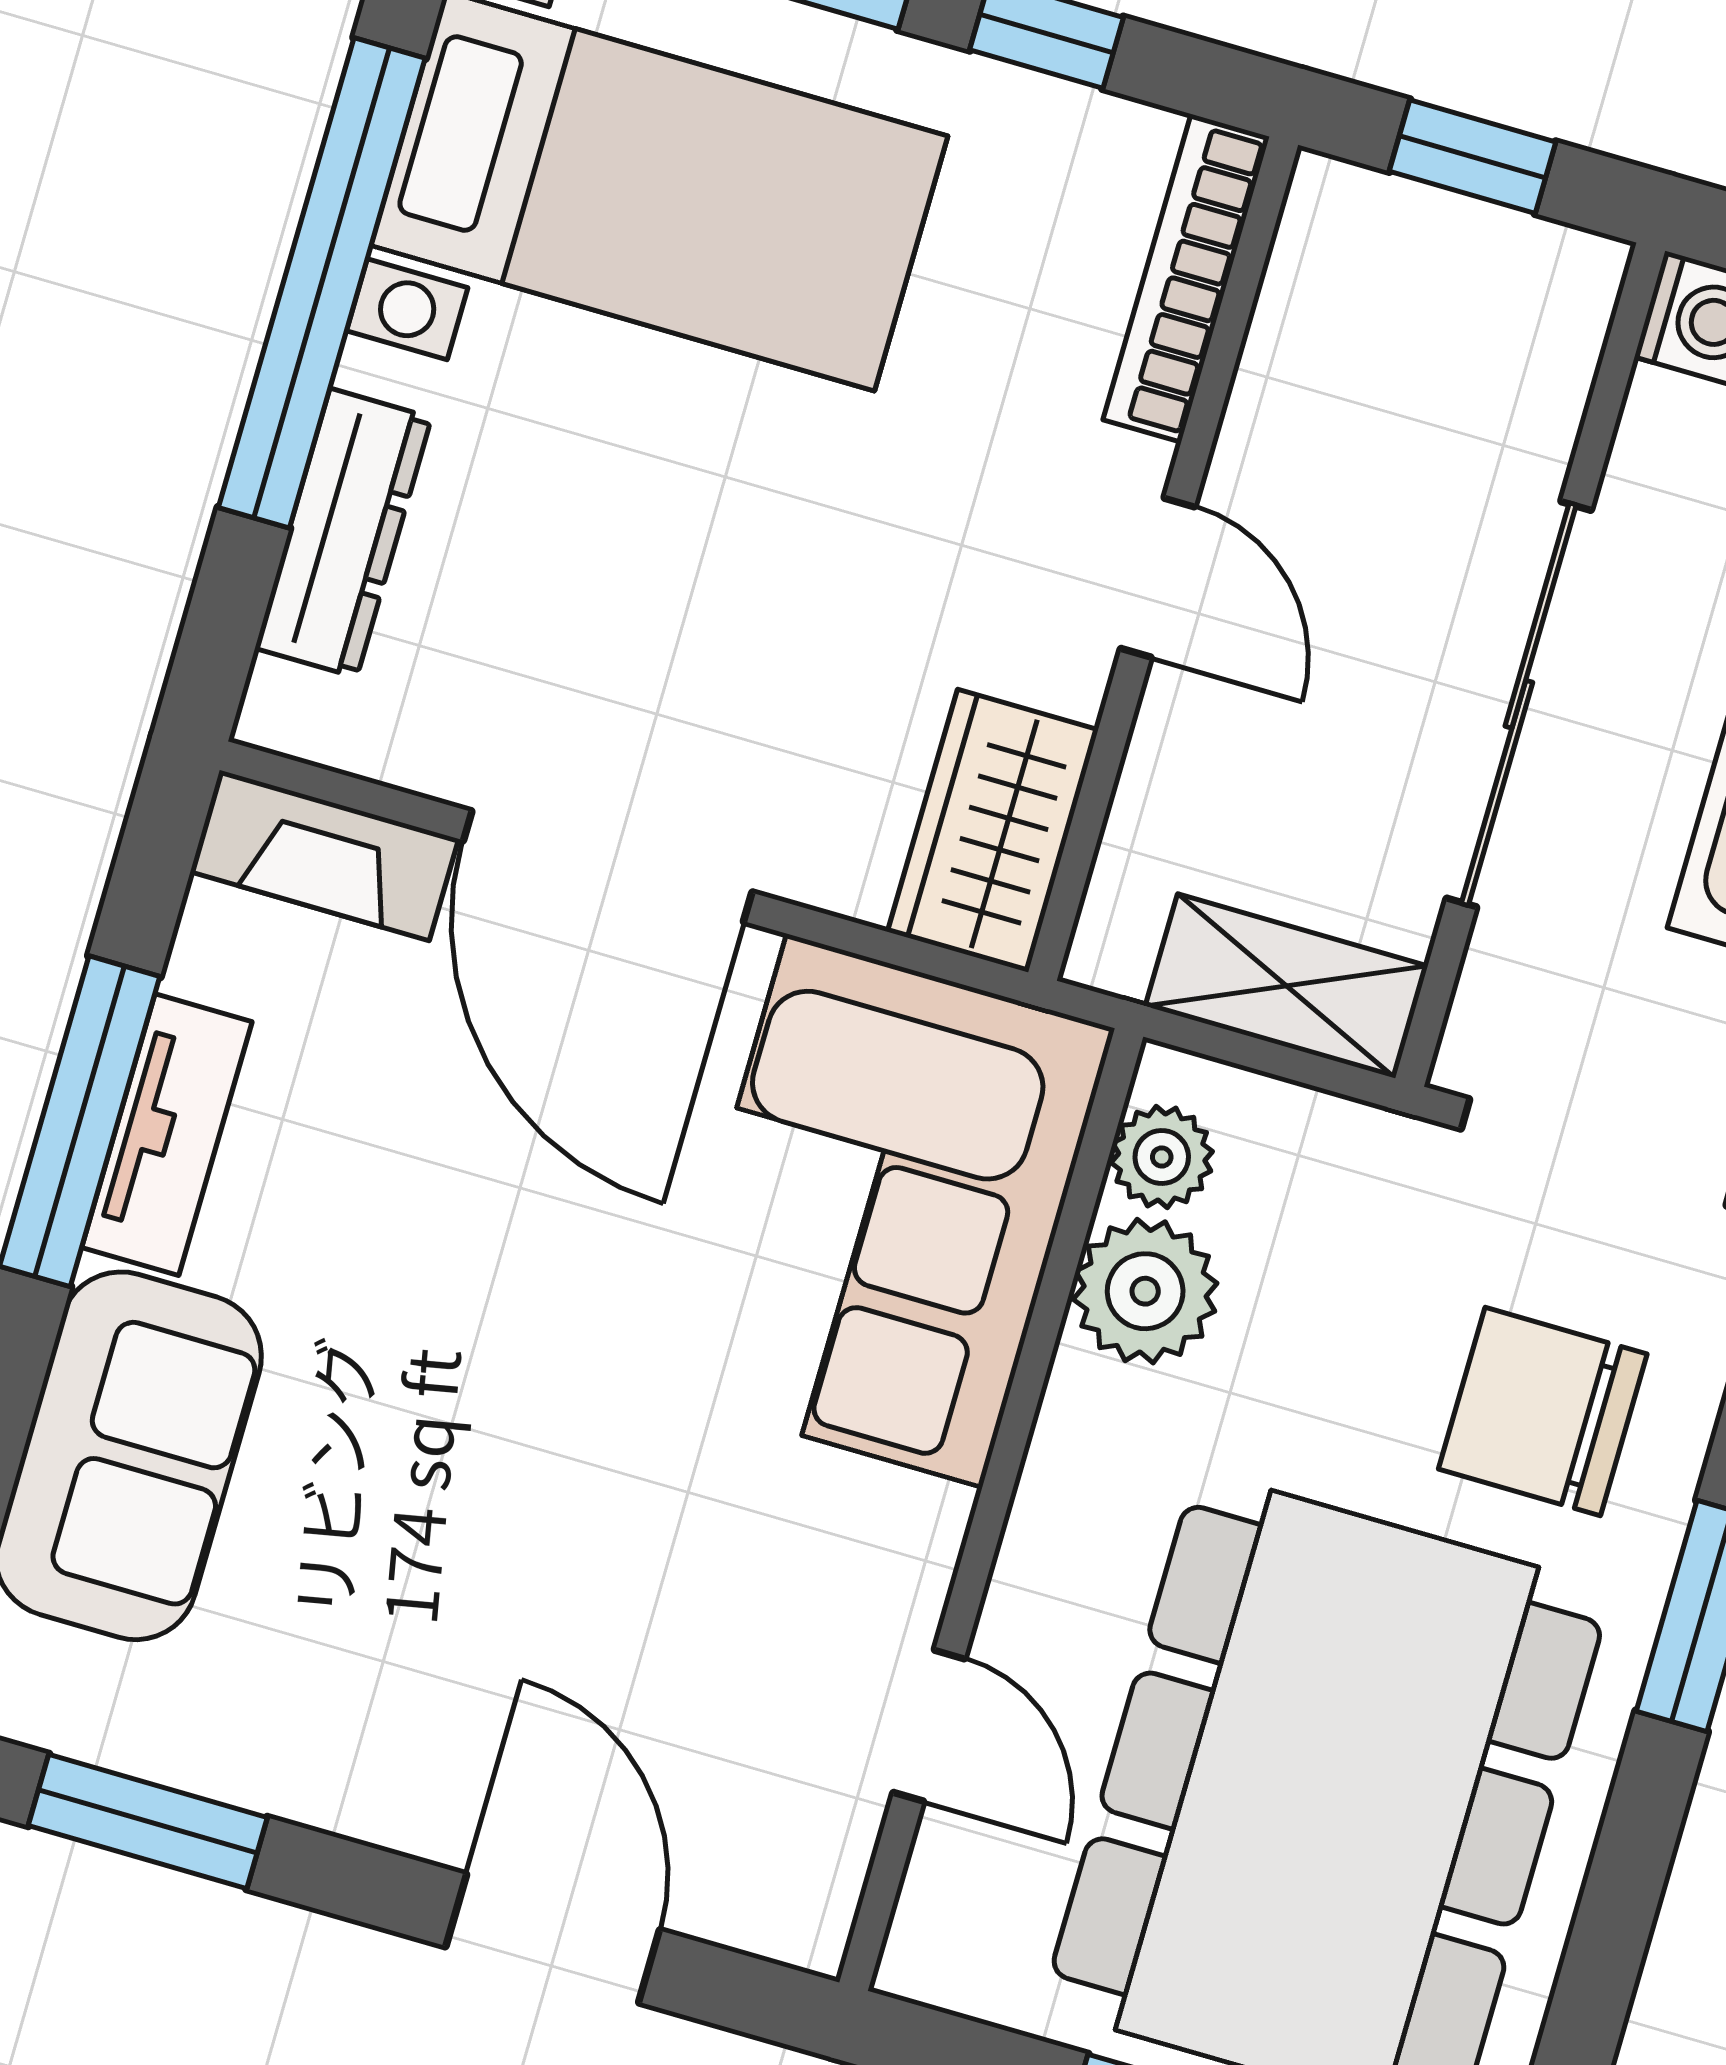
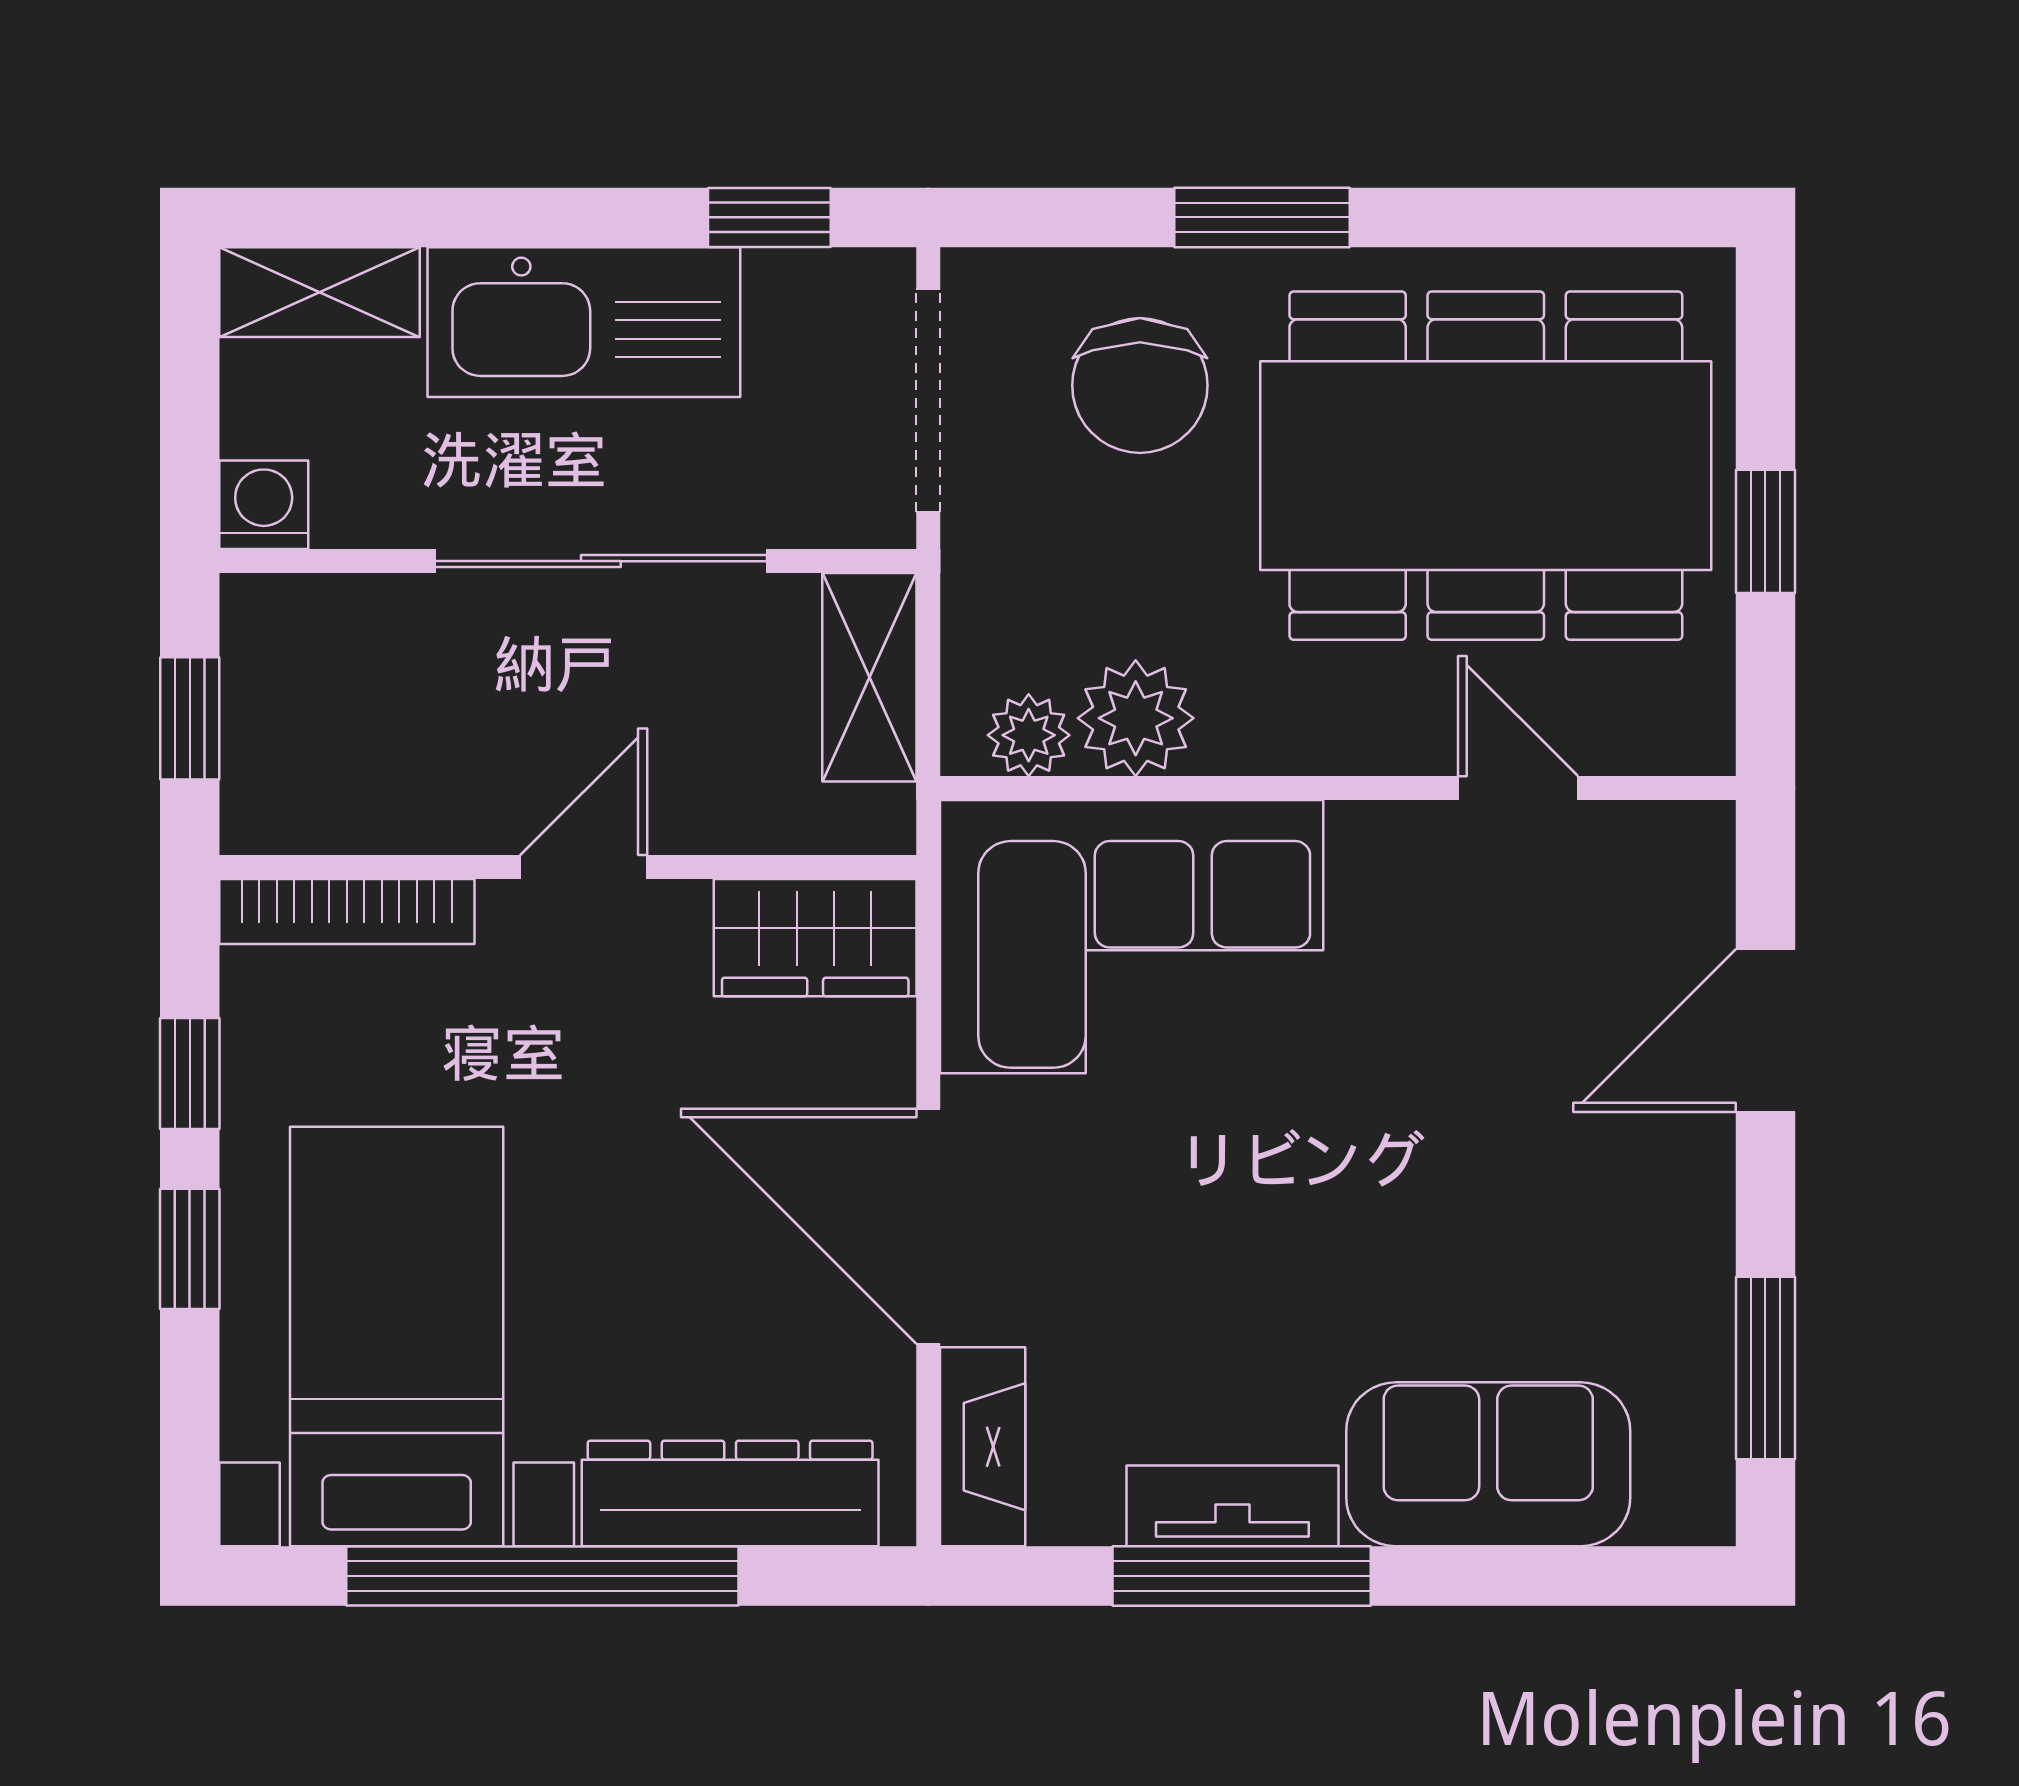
dresser: (343, 533) -> (730, 1493), width x1.37, depth x1.24
door: (608, 866) -> (928, 1226), swing flipped
door: (929, 1726) -> (1518, 788), hinge flipped

